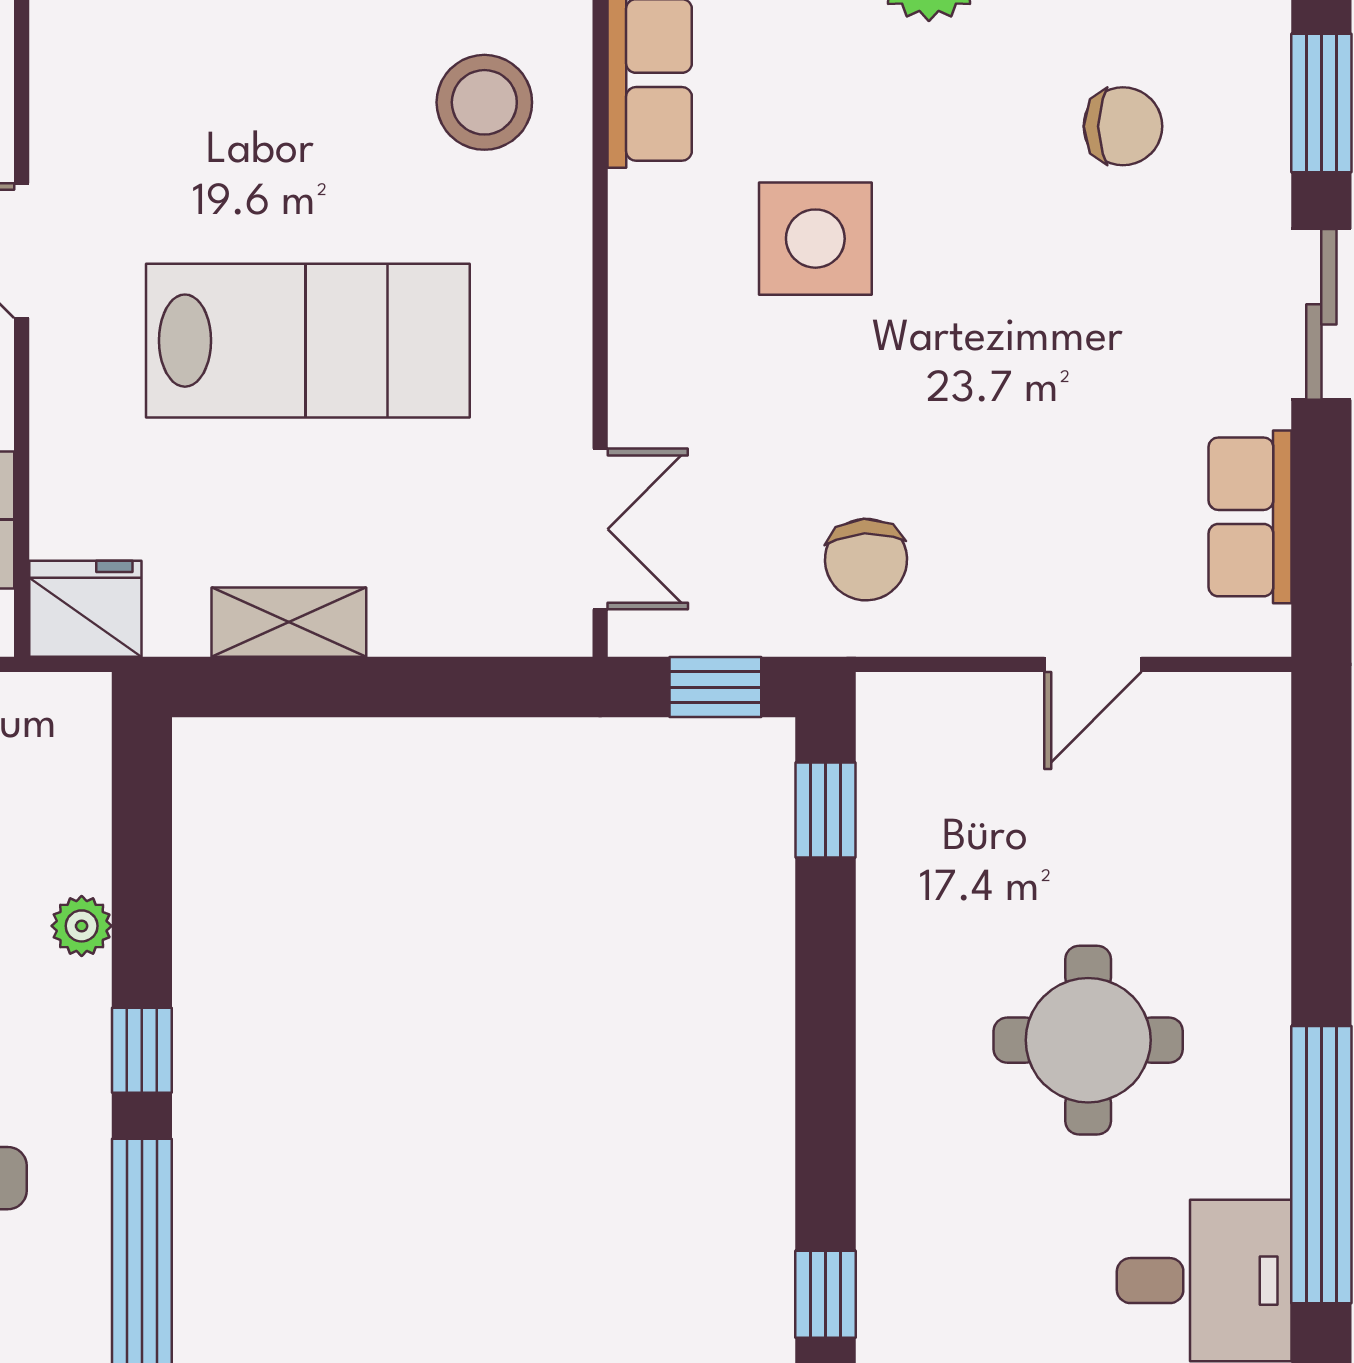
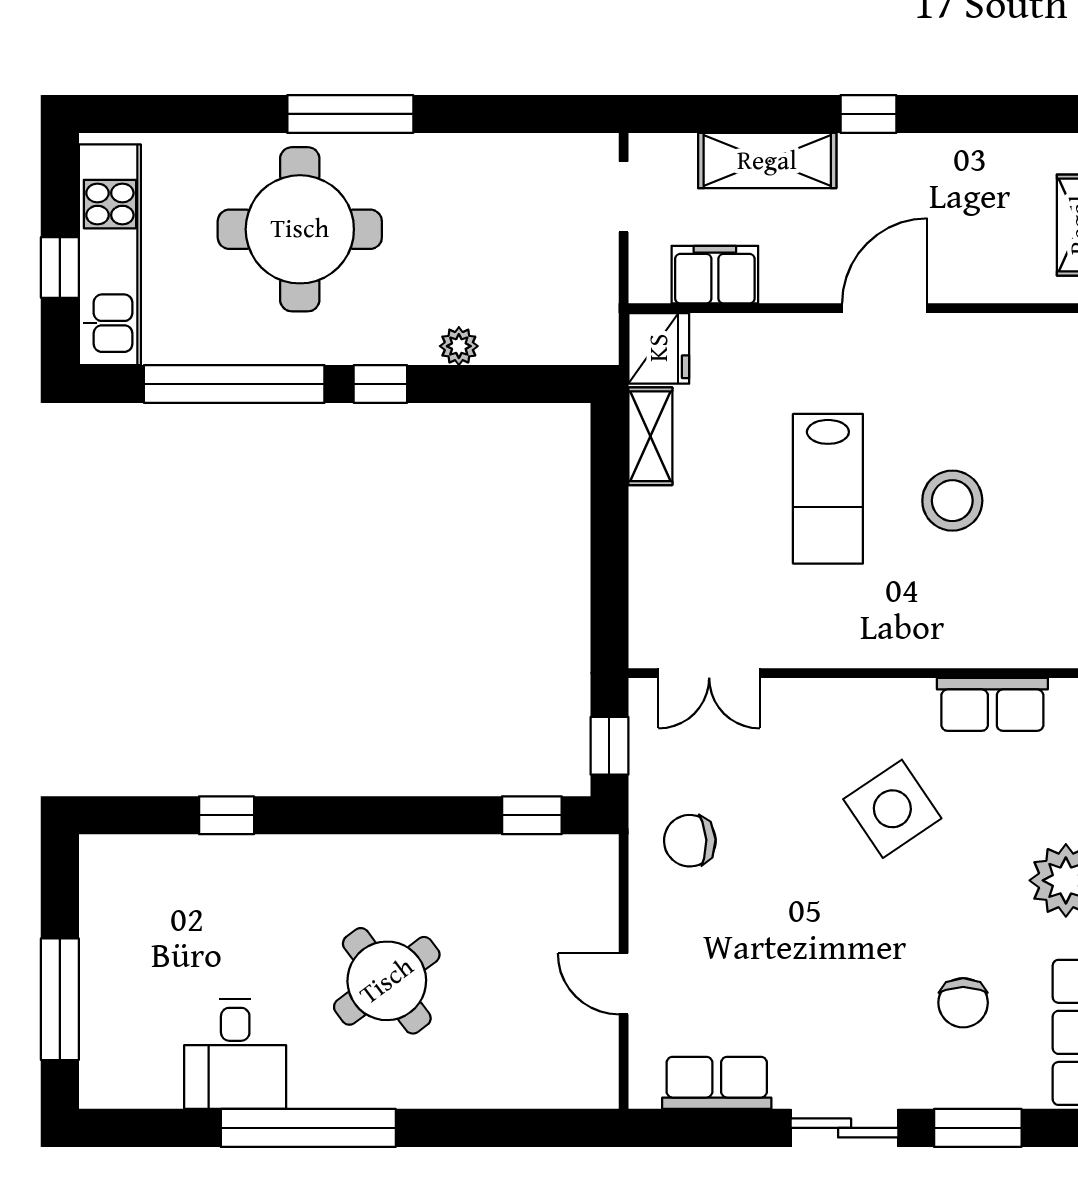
stool: (484, 102) -> (952, 501), moved
side table: (815, 239) -> (892, 809), turned -34
lab bench: (308, 341) -> (828, 489), width x0.73, depth x0.72
shelving: (289, 622) -> (650, 436), moved
round table: (1088, 1040) -> (387, 981), turned -37

